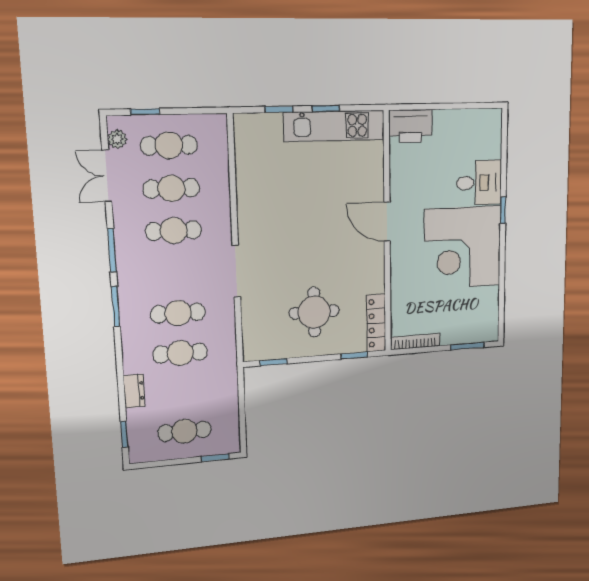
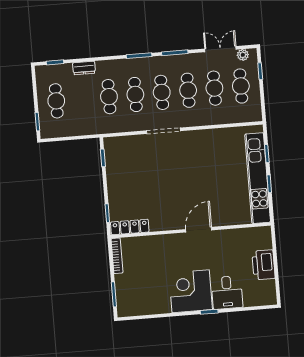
kitchen unit: (334, 126) -> (258, 178), width x1.36
printer: (411, 126) -> (264, 265), moved
corner desk: (463, 247) -> (191, 291), width x0.74, depth x0.74
cafe table: (176, 272) -> (162, 92), added
round table: (314, 312) -> (137, 184), removed

